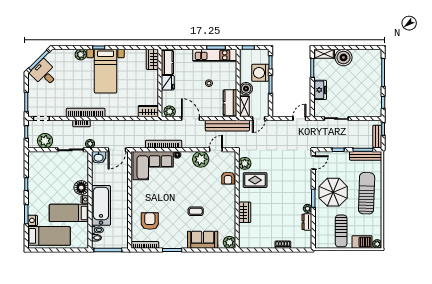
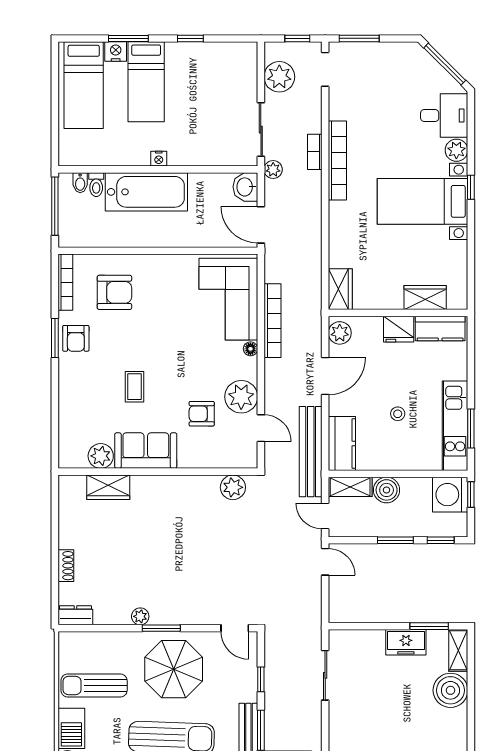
wardrobe: (152, 59) -> (425, 298), moved
desk: (44, 73) -> (444, 116), moved, turned 45
washing machine: (260, 73) -> (450, 495), moved, turned -90
freezer: (320, 90) -> (406, 642), moved
kitchen counter: (230, 103) -> (342, 444), moved, turned 90
door: (299, 119) -> (325, 562), moved
armchair: (228, 178) -> (202, 414), moved
rug: (255, 180) -> (199, 509), removed
floor lamp: (81, 188) -> (183, 151), removed
wardrobe: (245, 212) -> (108, 487), moved
bed: (69, 213) -> (146, 82), moved, turned 180
dresser: (307, 222) -> (75, 615), moved
armchair: (172, 240) -> (76, 338), added
sofa: (203, 240) -> (146, 451), moved, turned -90
plant: (229, 242) -> (101, 456), moved

